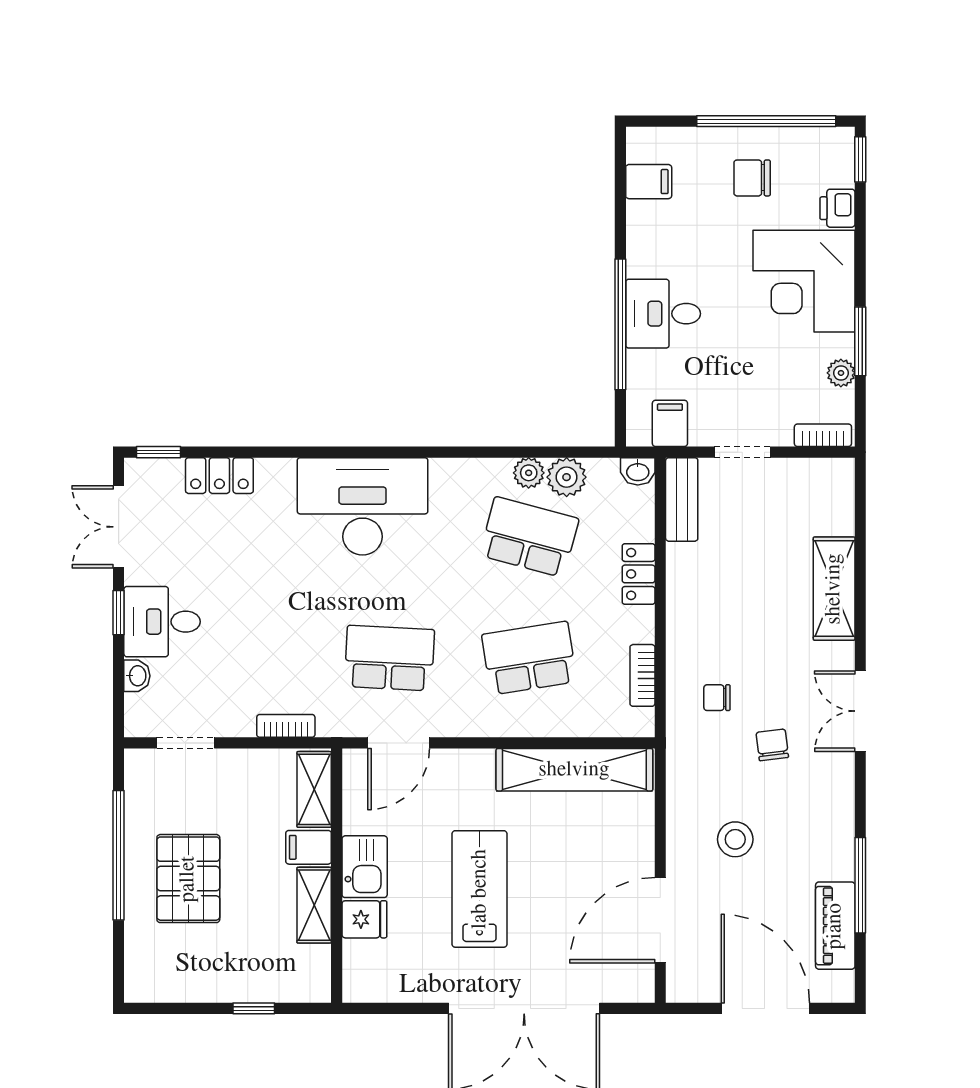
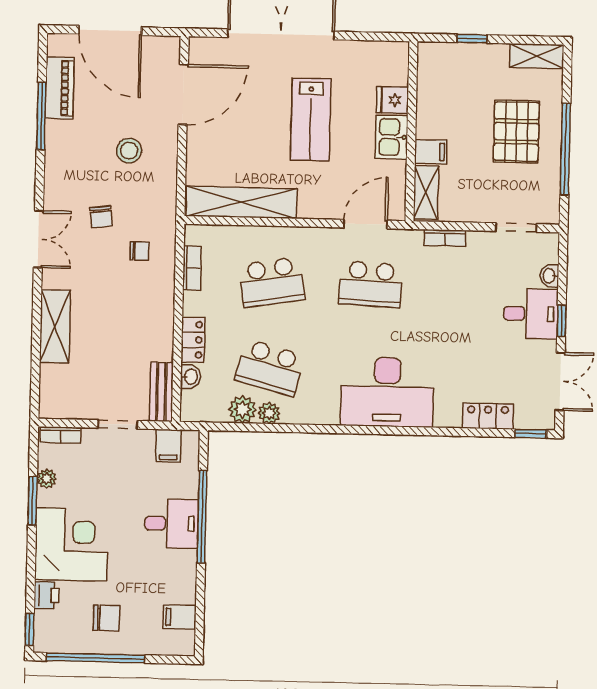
washbasin: (638, 471) -> (190, 377), moved, turned 90
shelving: (314, 905) -> (537, 56), moved, turned 90

